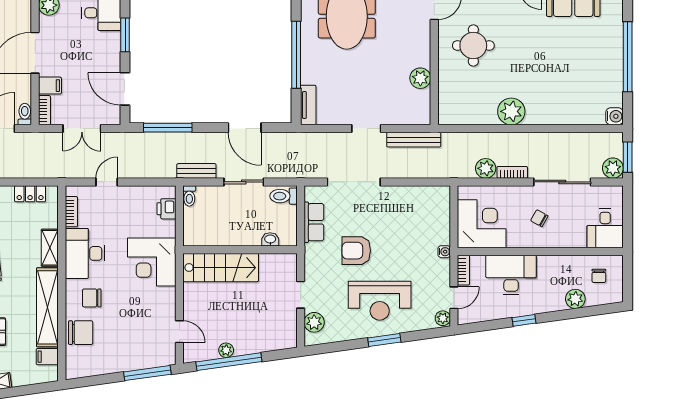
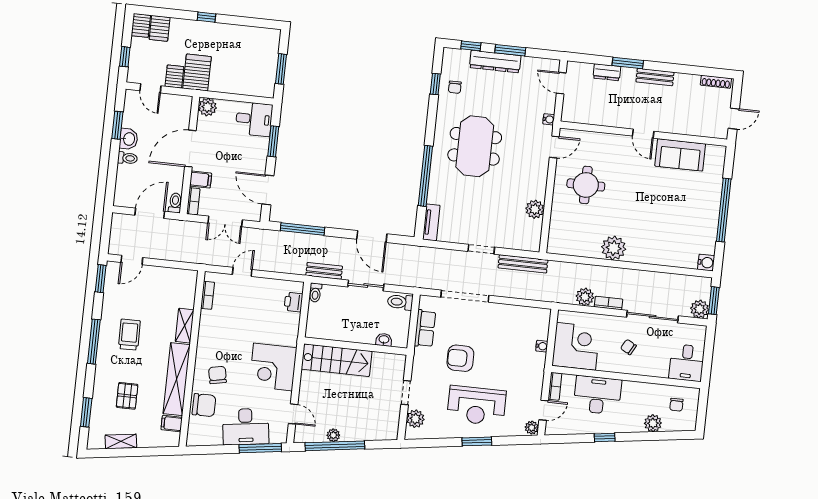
locker: (30, 194) -> (172, 275), removed
water cooler: (444, 252) -> (542, 346), moved
desk: (85, 253) -> (246, 427), moved, turned -98
corner desk: (152, 262) -> (273, 367), moved
chair: (92, 298) -> (218, 375), turned 79

